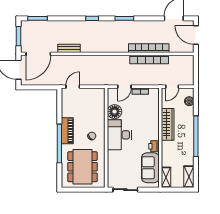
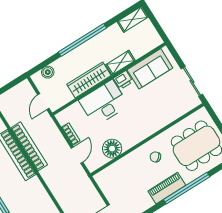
door: (124, 87) -> (77, 155), hinge flipped
door: (172, 87) -> (43, 102), swing flipped
desk: (119, 135) -> (104, 103), moved, turned 180
shelving: (166, 177) -> (120, 63), moved

